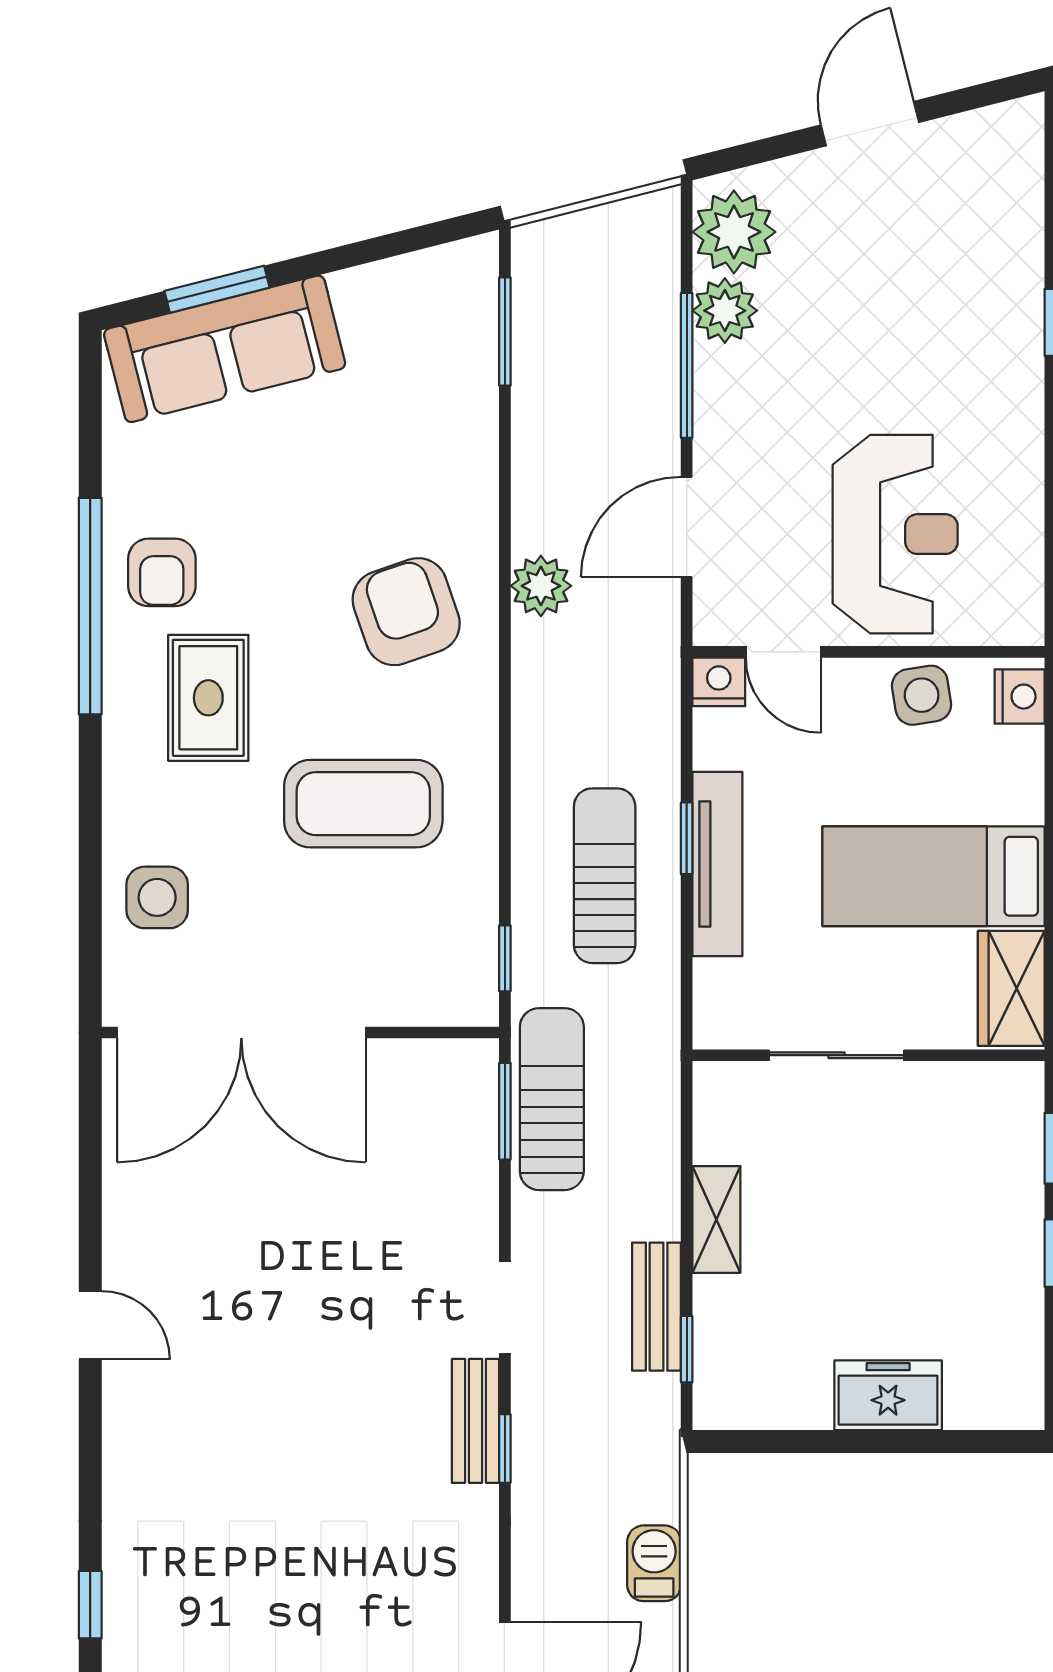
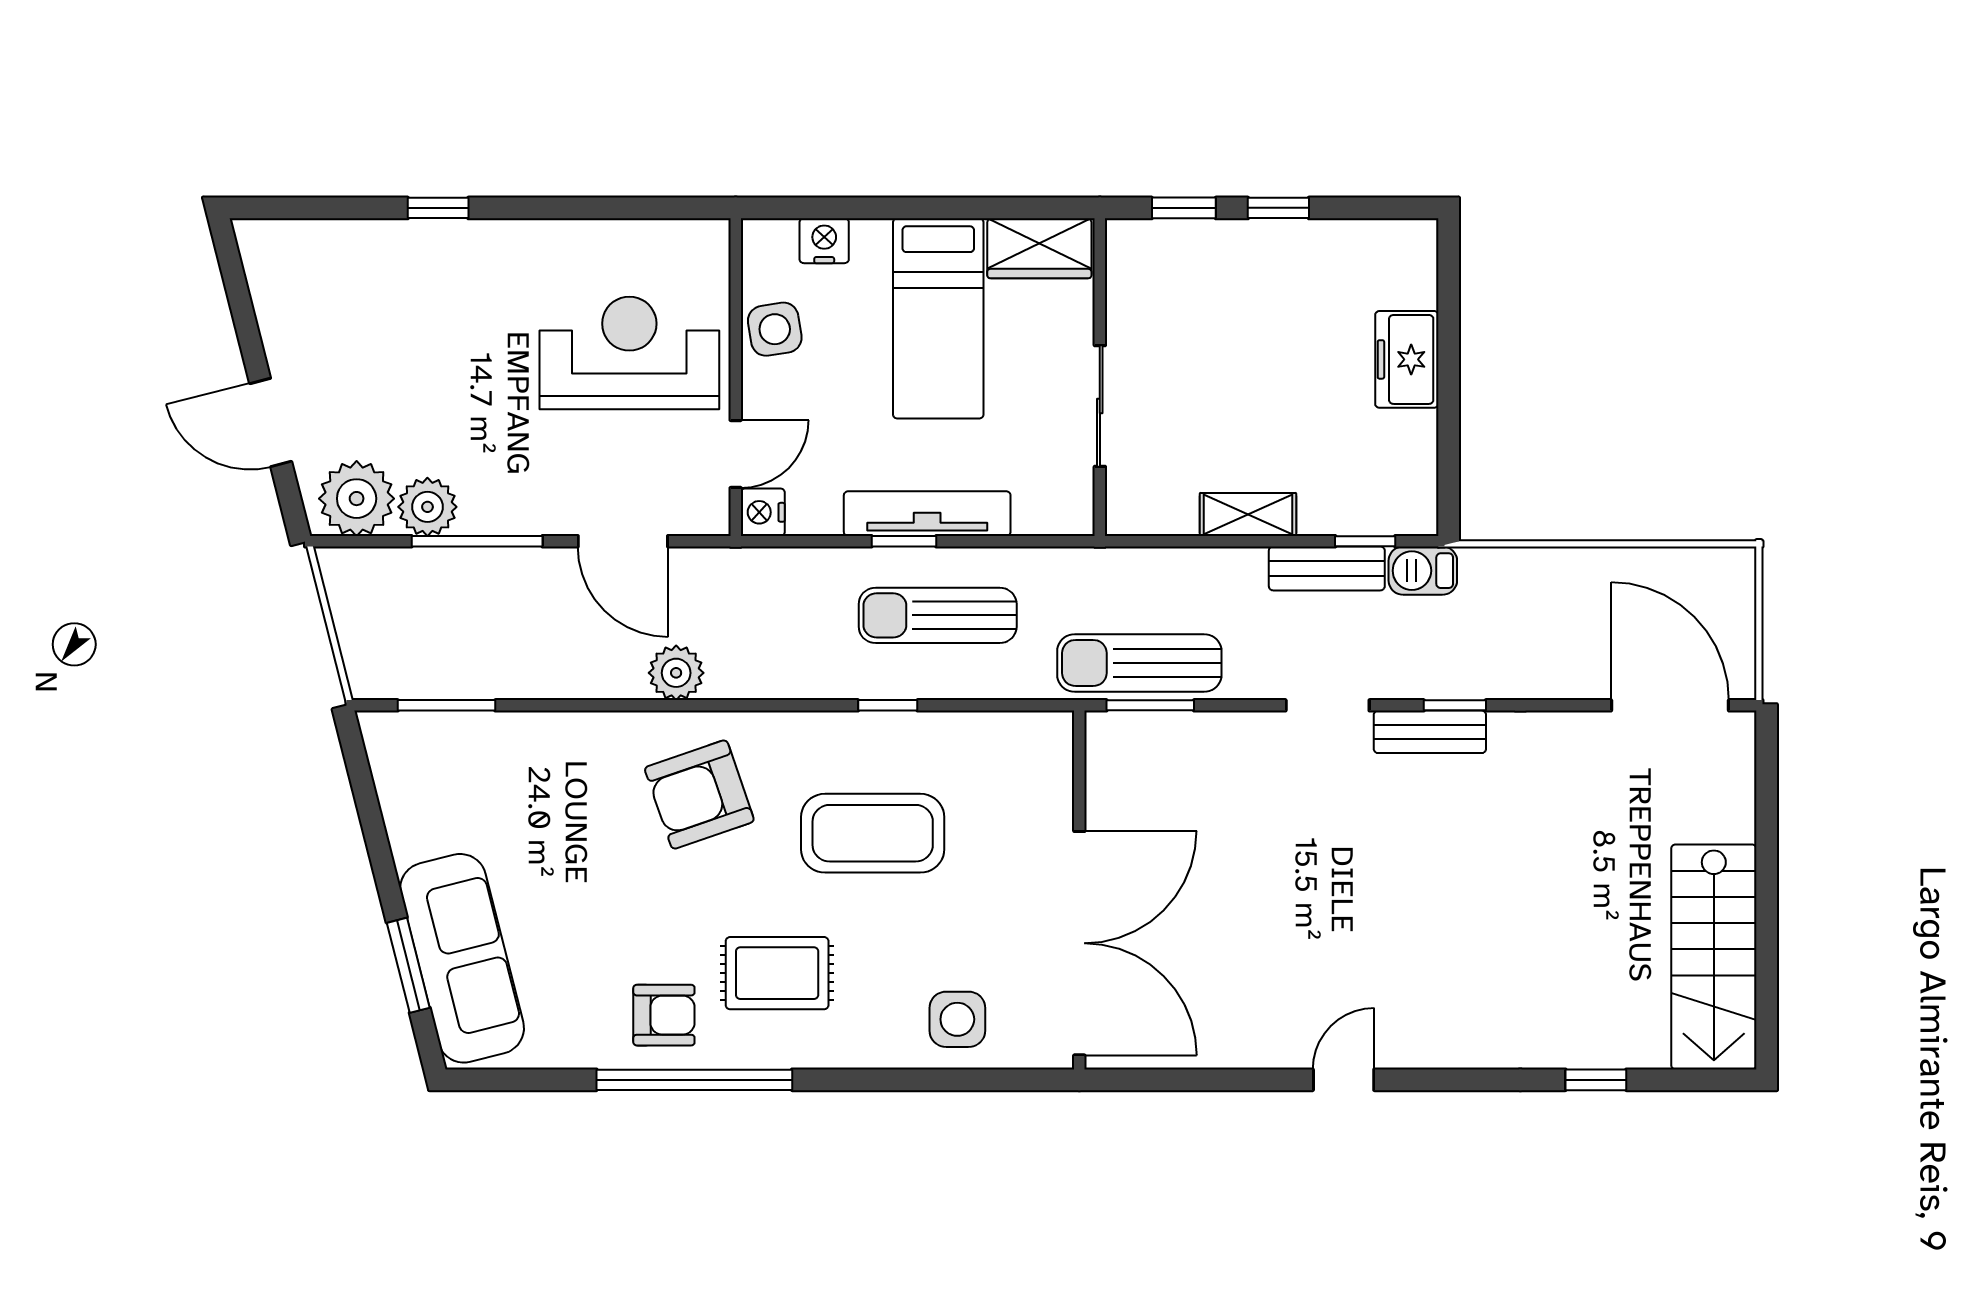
door: (870, 124) -> (271, 422), moved
nightstand: (1020, 697) -> (824, 241), moved
coffee table: (363, 804) -> (873, 833), turned 90
window: (505, 958) -> (888, 705), moved
barbecue: (654, 1563) -> (1423, 571), moved

